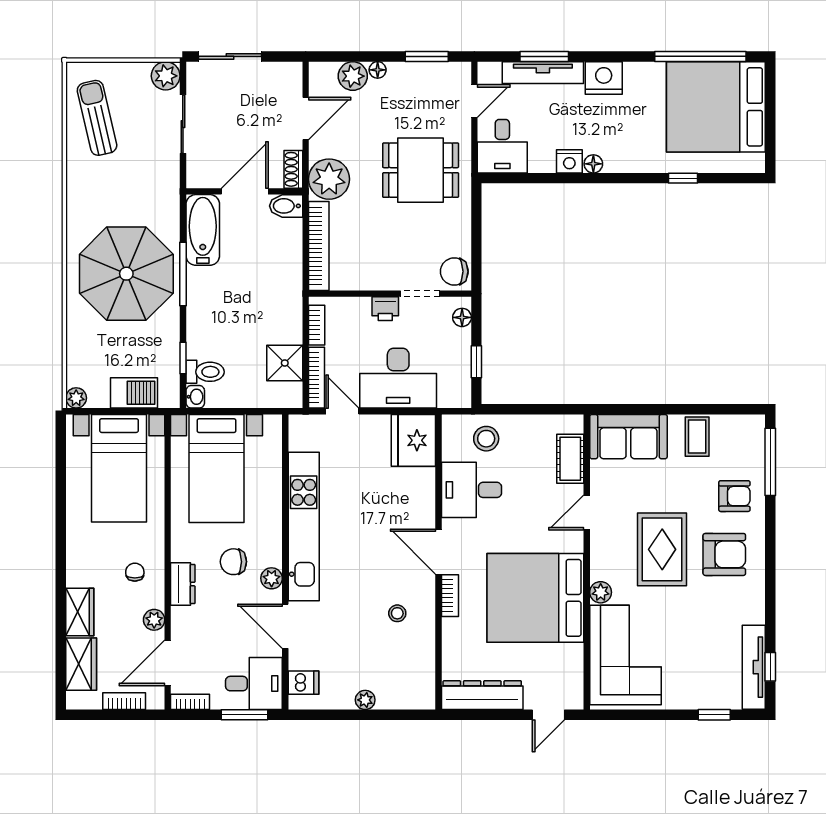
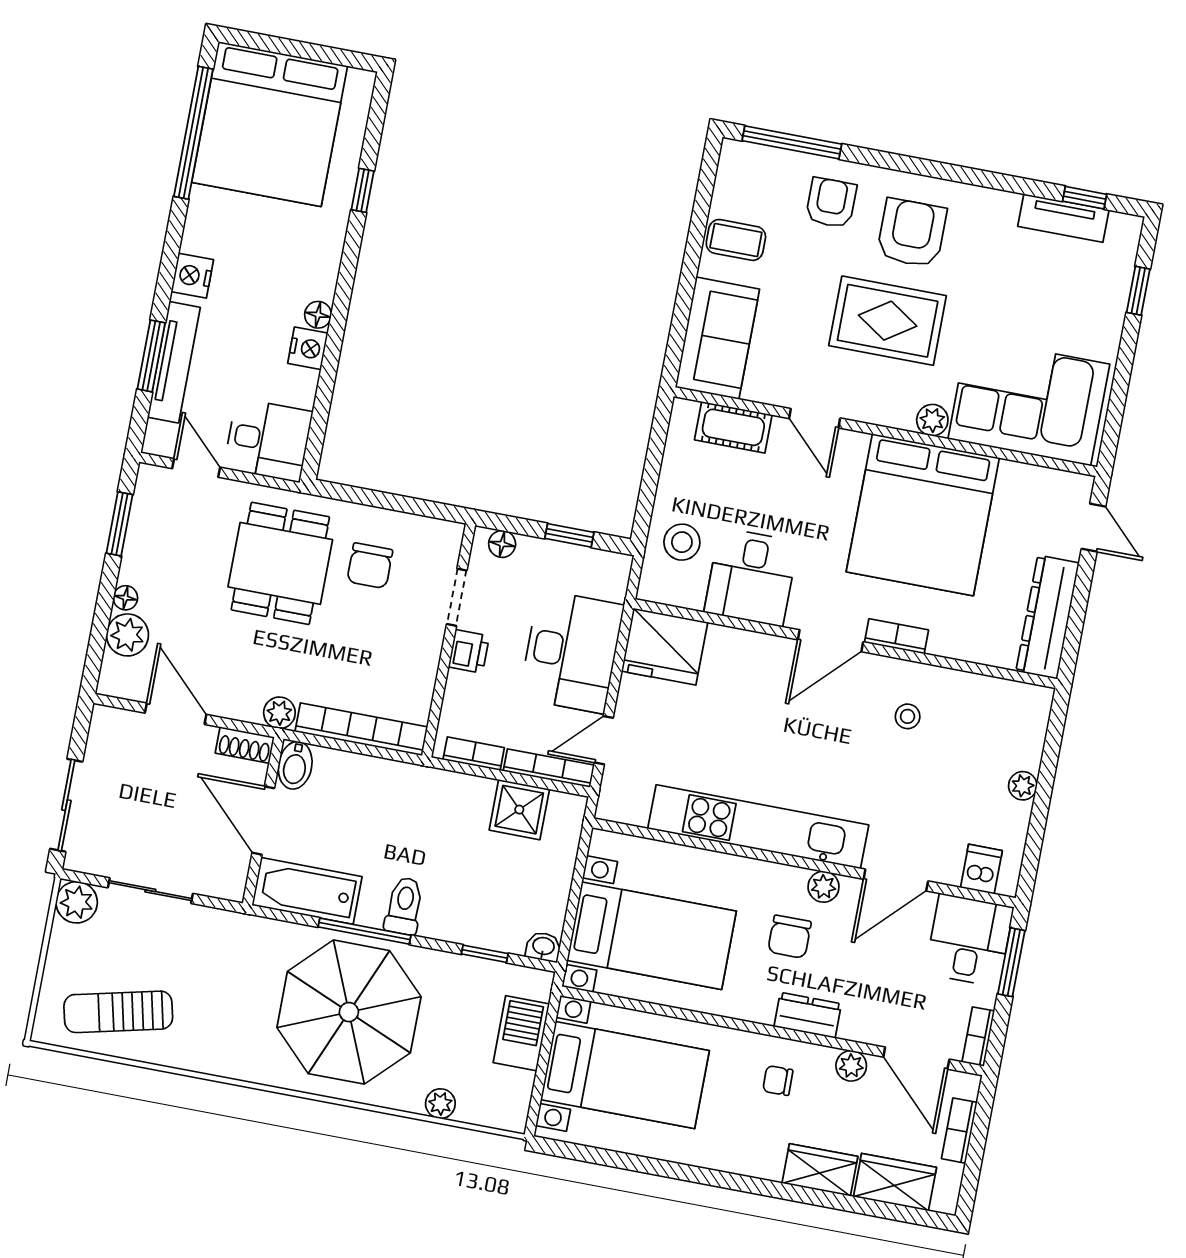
nightstand: (604, 78) -> (192, 276), width x0.74, depth x0.75
plant: (329, 179) -> (279, 713), width x0.53, depth x0.53
chair: (454, 271) -> (370, 566), moved
toilet: (205, 372) -> (404, 906), moved
plant: (76, 398) -> (440, 1104), moved
tv unit: (754, 667) -> (1063, 218), width x0.71

